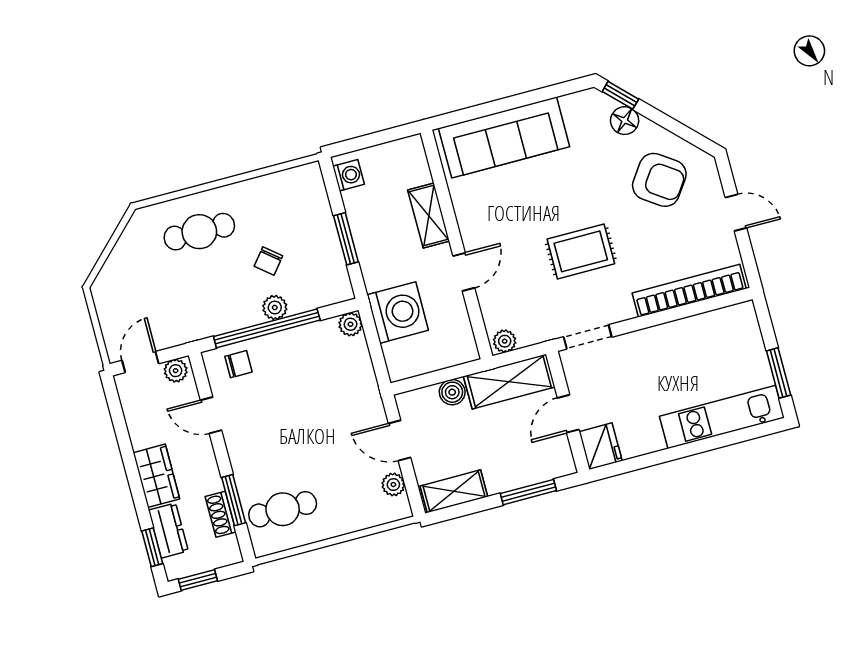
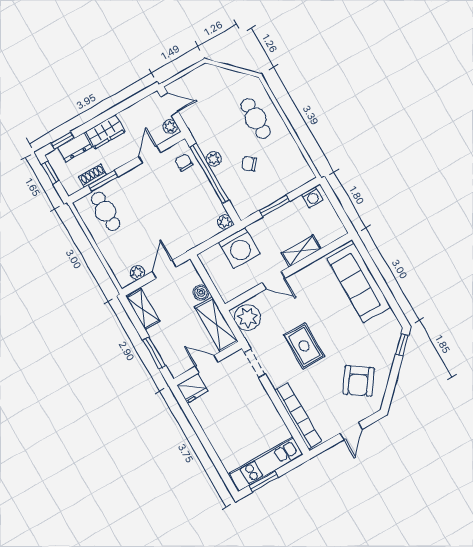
floor lamp: (625, 121) -> (388, 351), removed
plant: (275, 307) -> (214, 159), moved
plant: (505, 341) -> (247, 318), width x1.88, depth x1.88
chair: (238, 364) -> (184, 162), turned 180
kitchen unit: (722, 417) -> (266, 464), moved, turned -90

